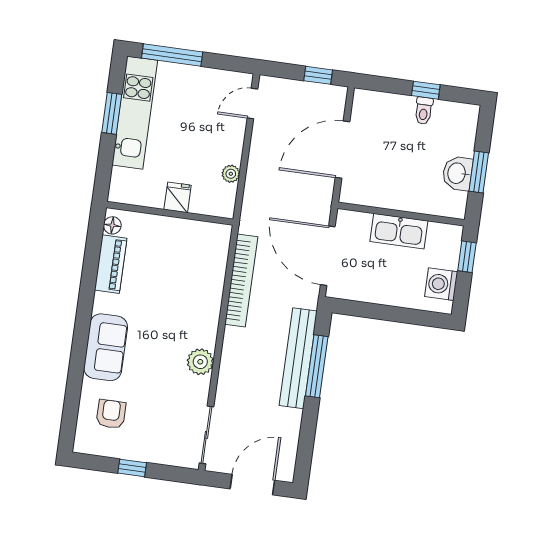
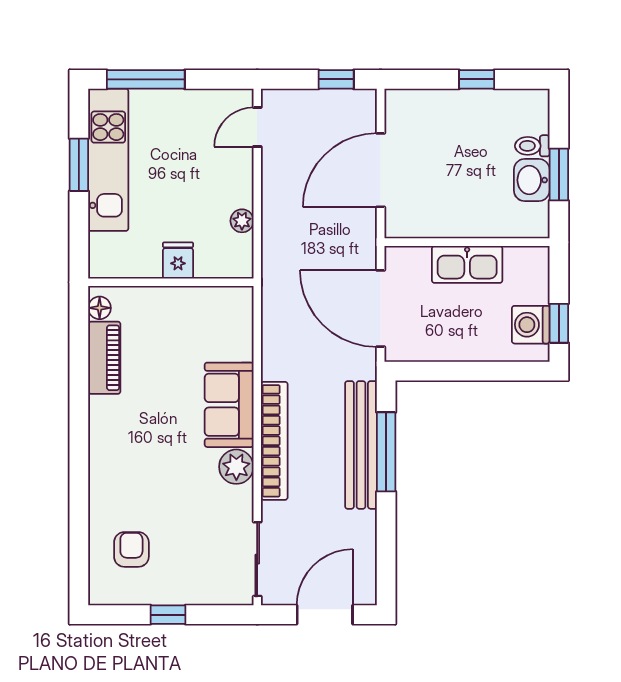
toilet: (424, 111) -> (532, 146), moved, turned 90
window: (467, 257) -> (559, 323), moved
bookcase: (241, 281) -> (274, 441), moved
sofa: (106, 347) -> (229, 405), moved, turned 180

